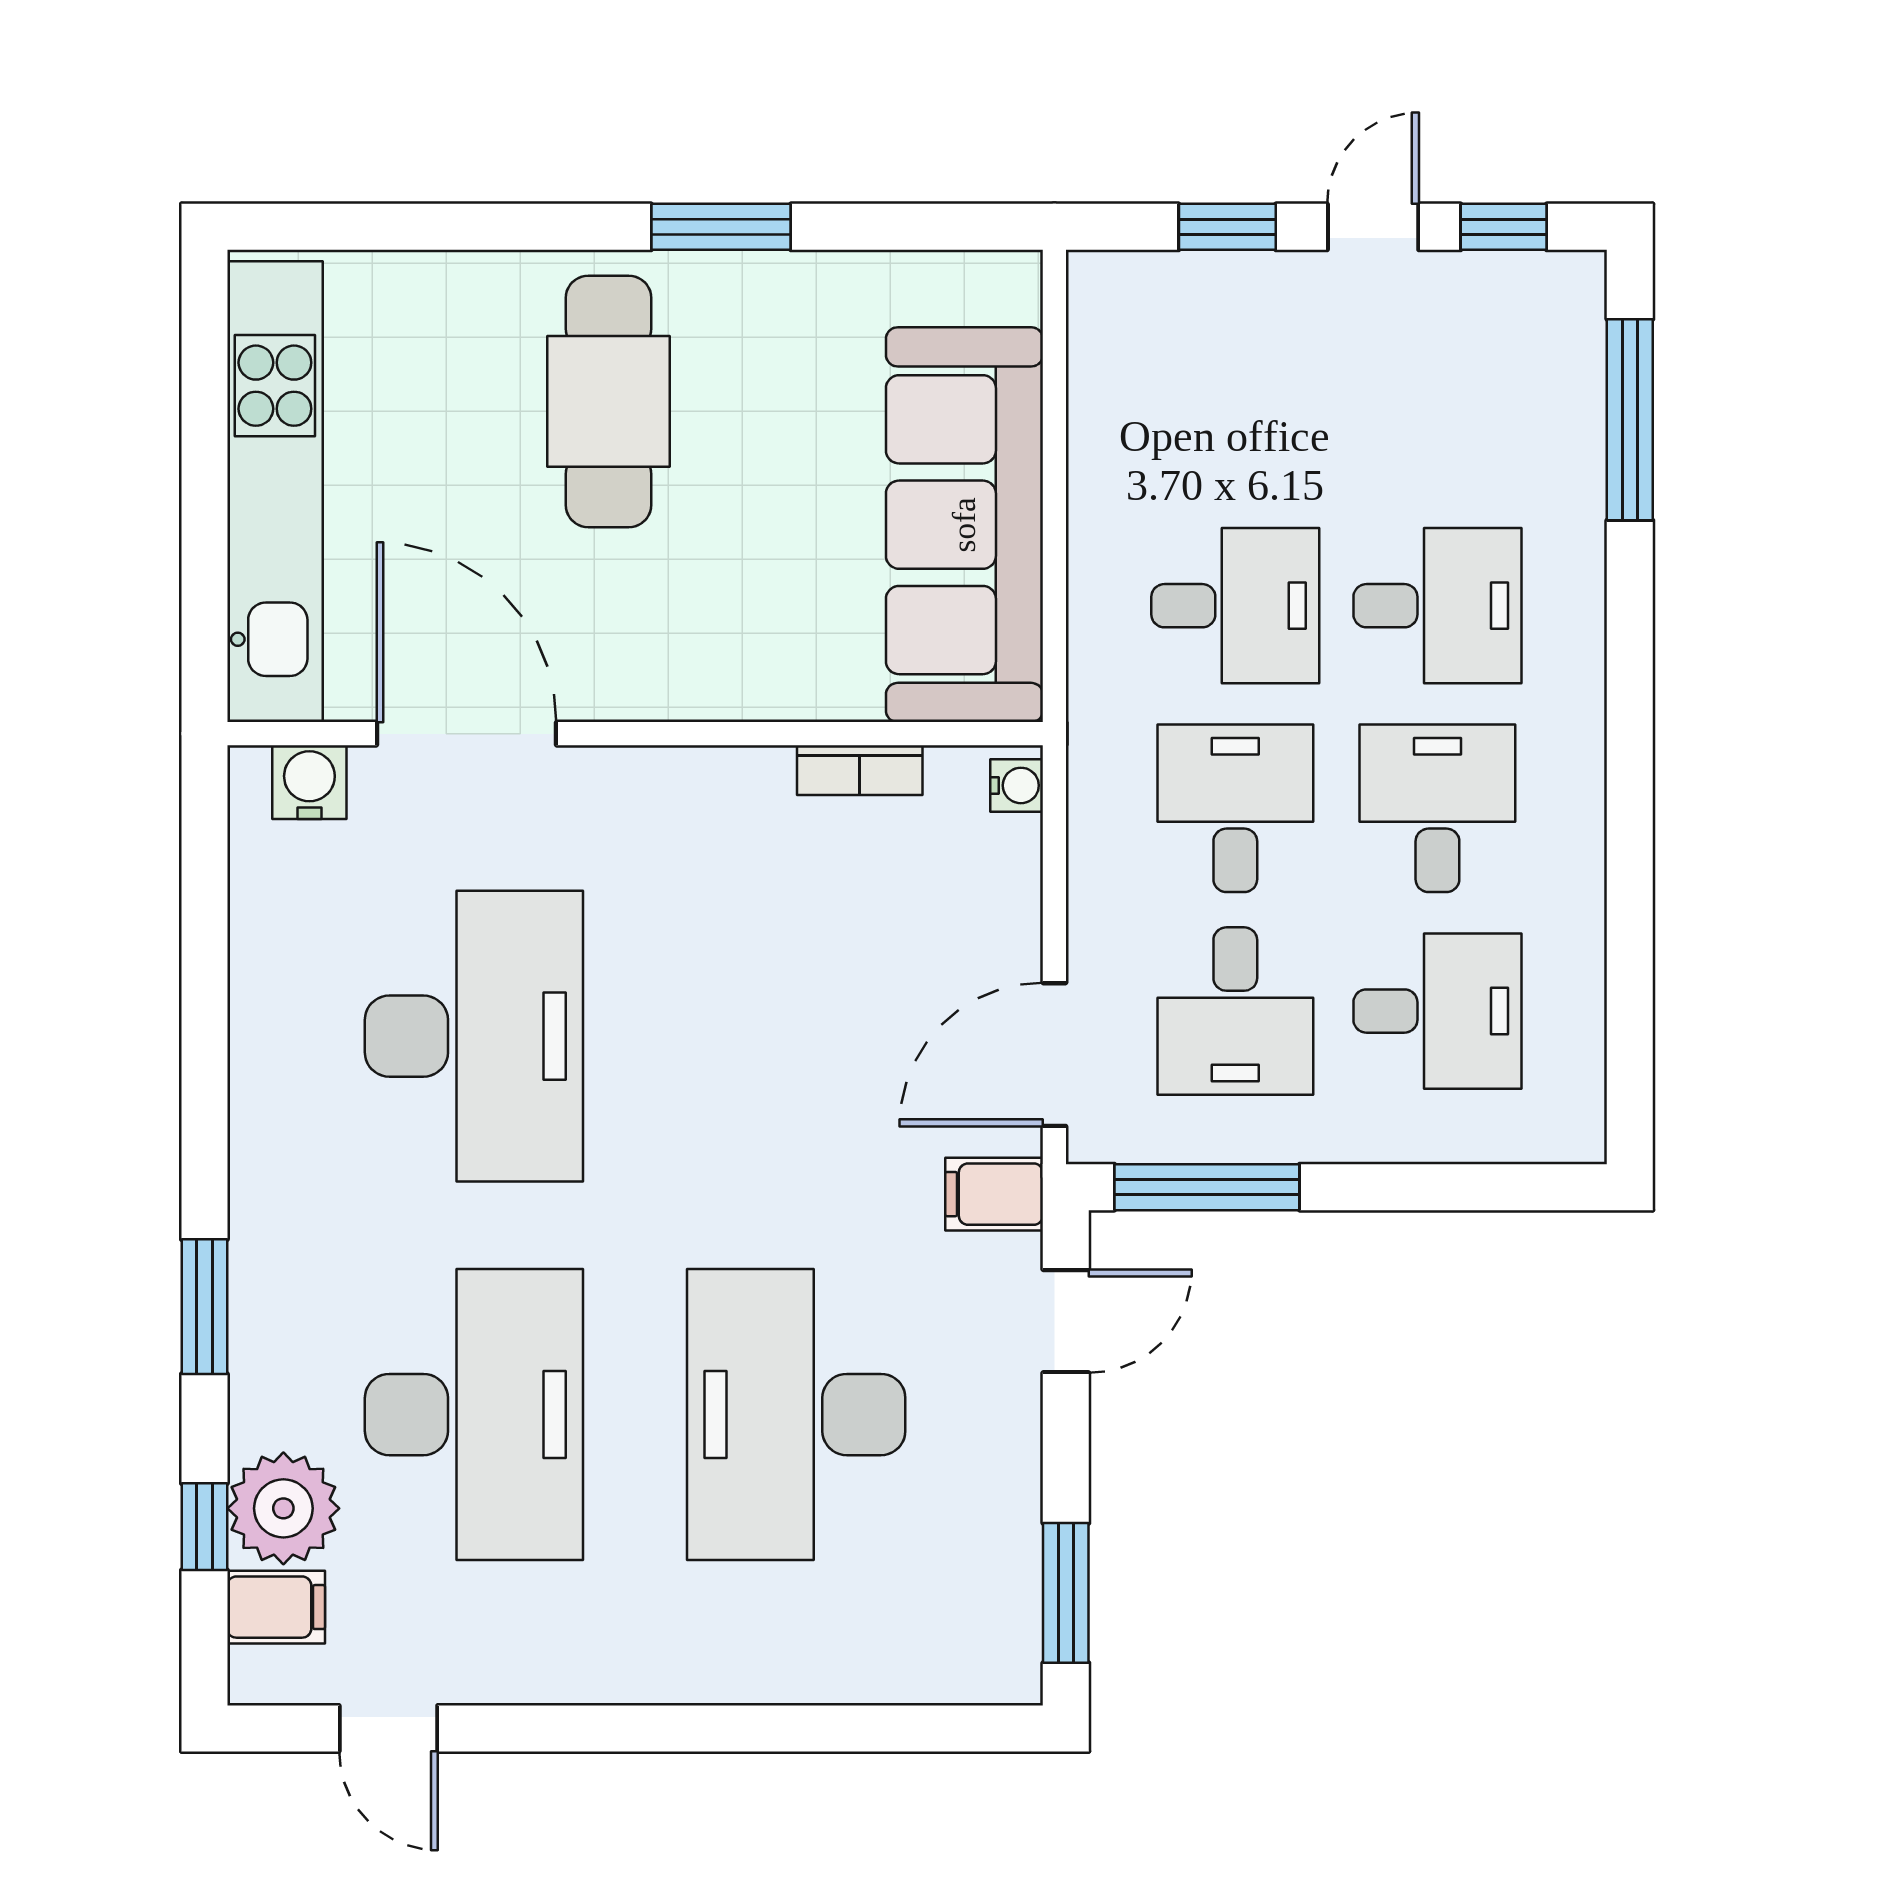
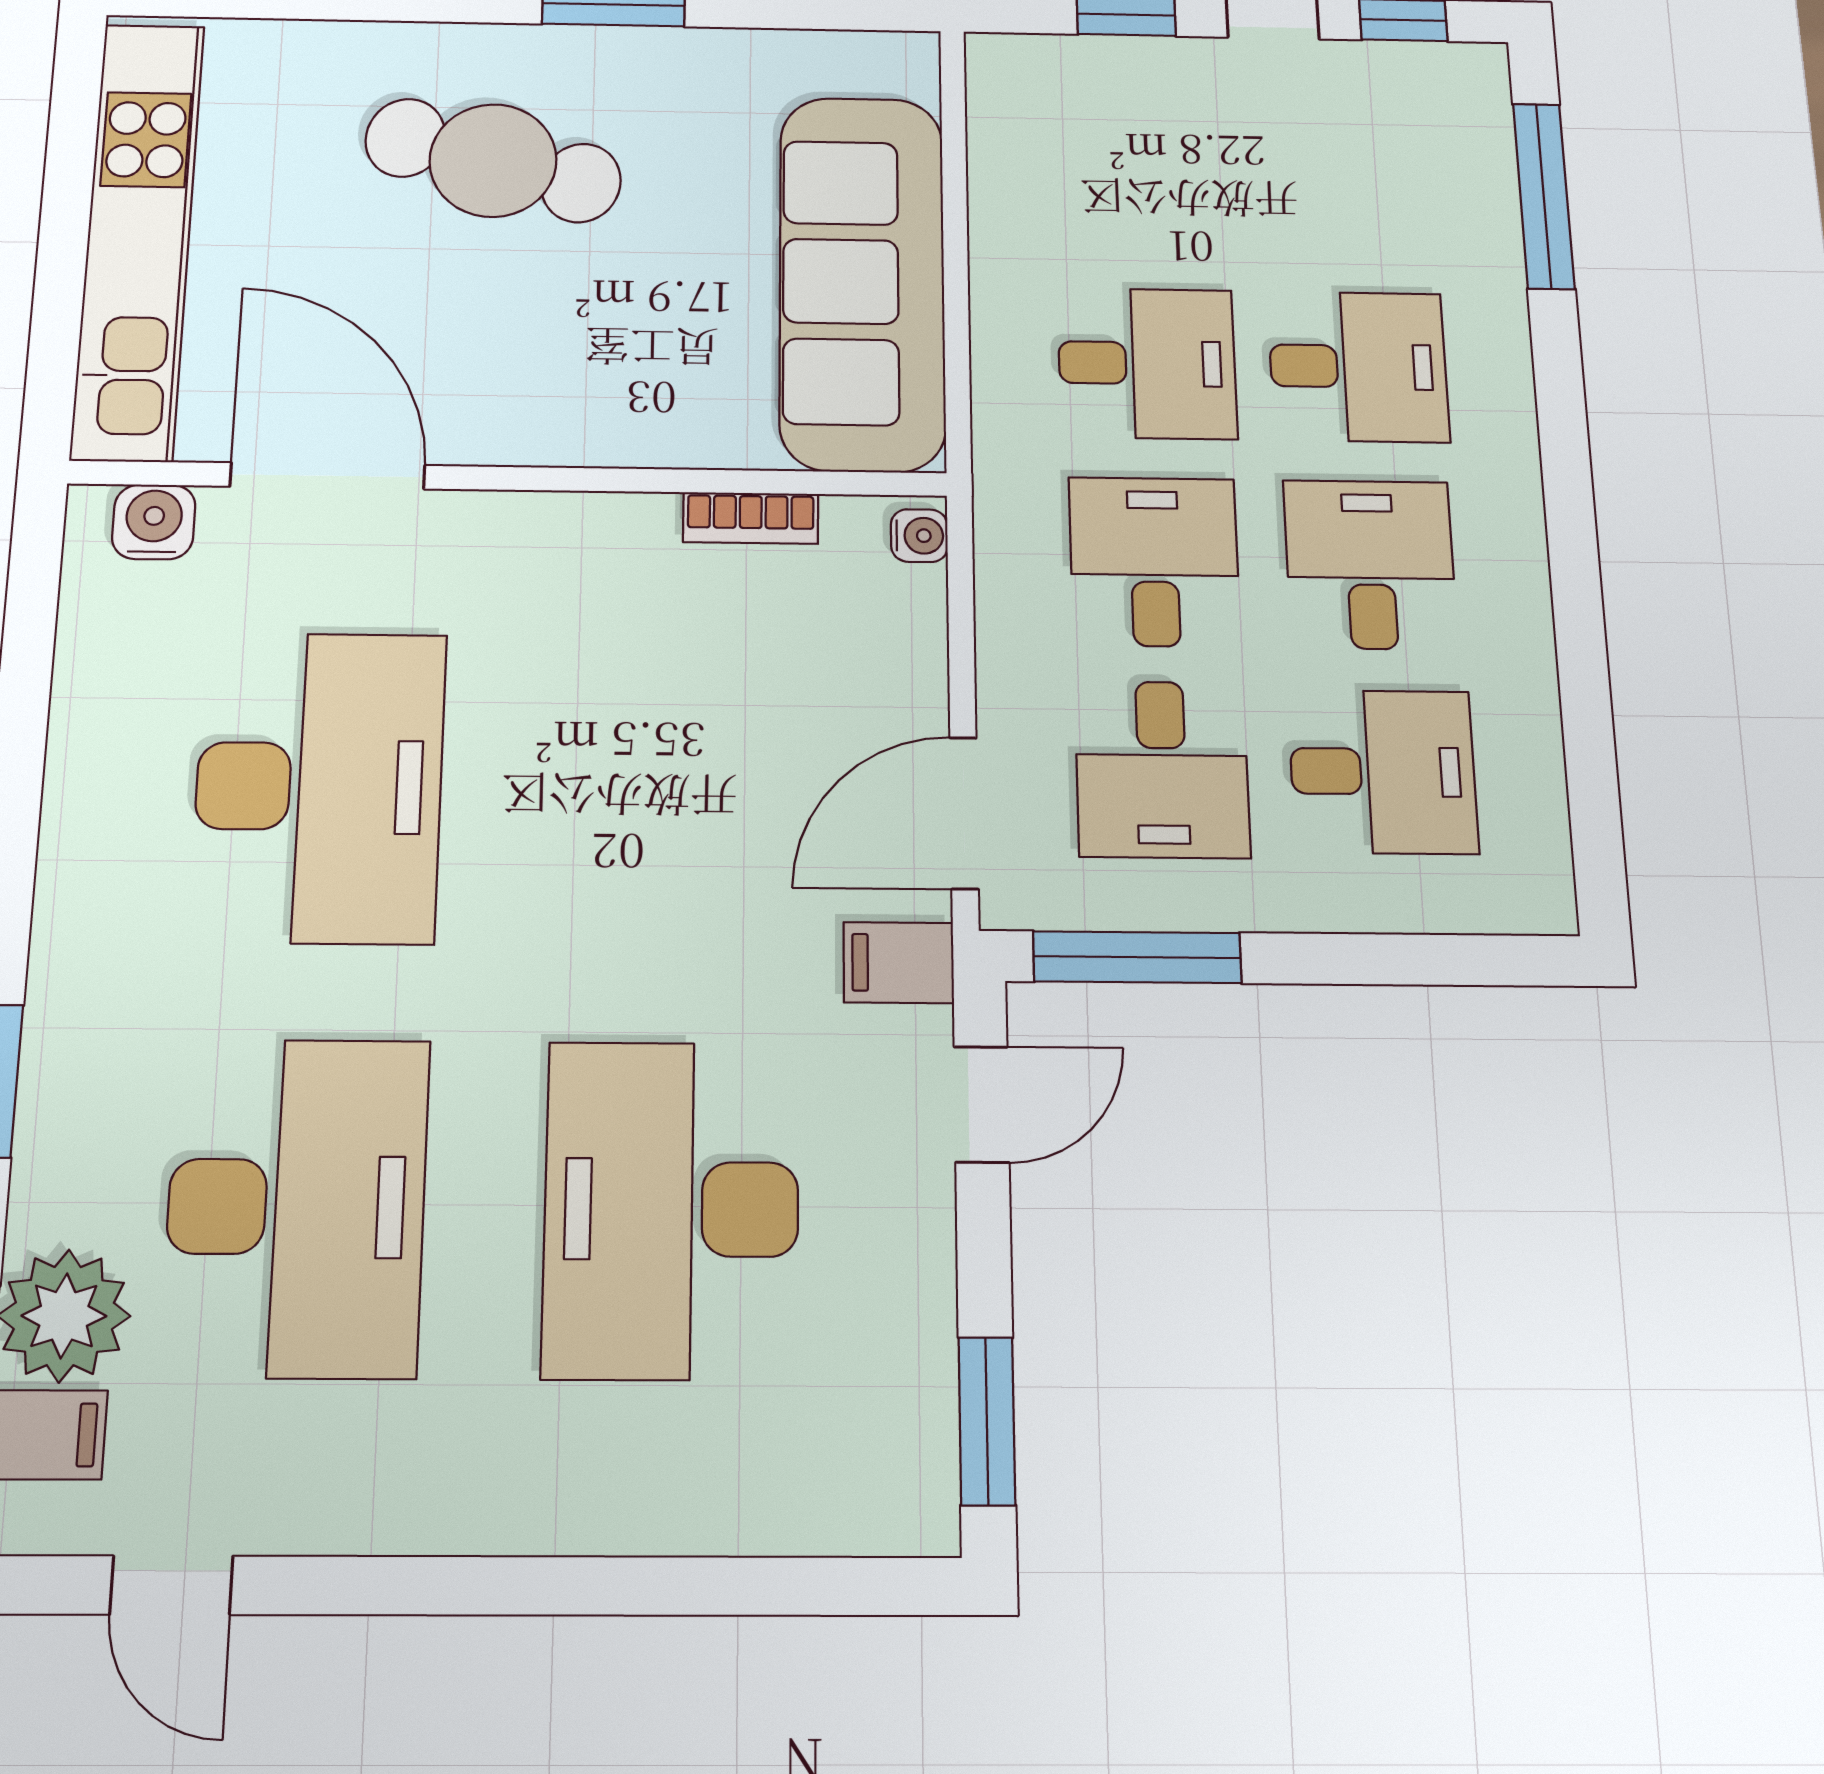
cafe table: (608, 401) -> (493, 160), turned -75

